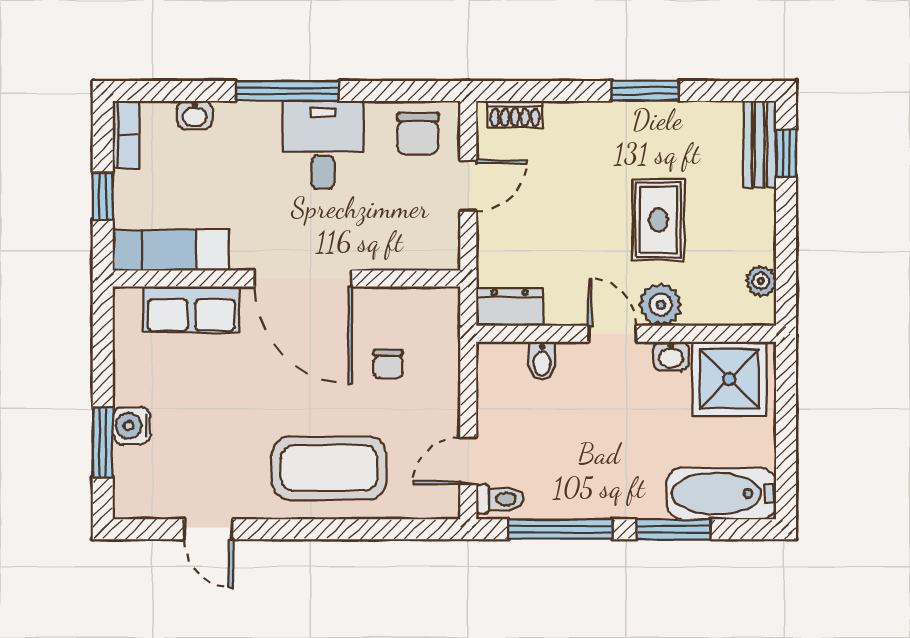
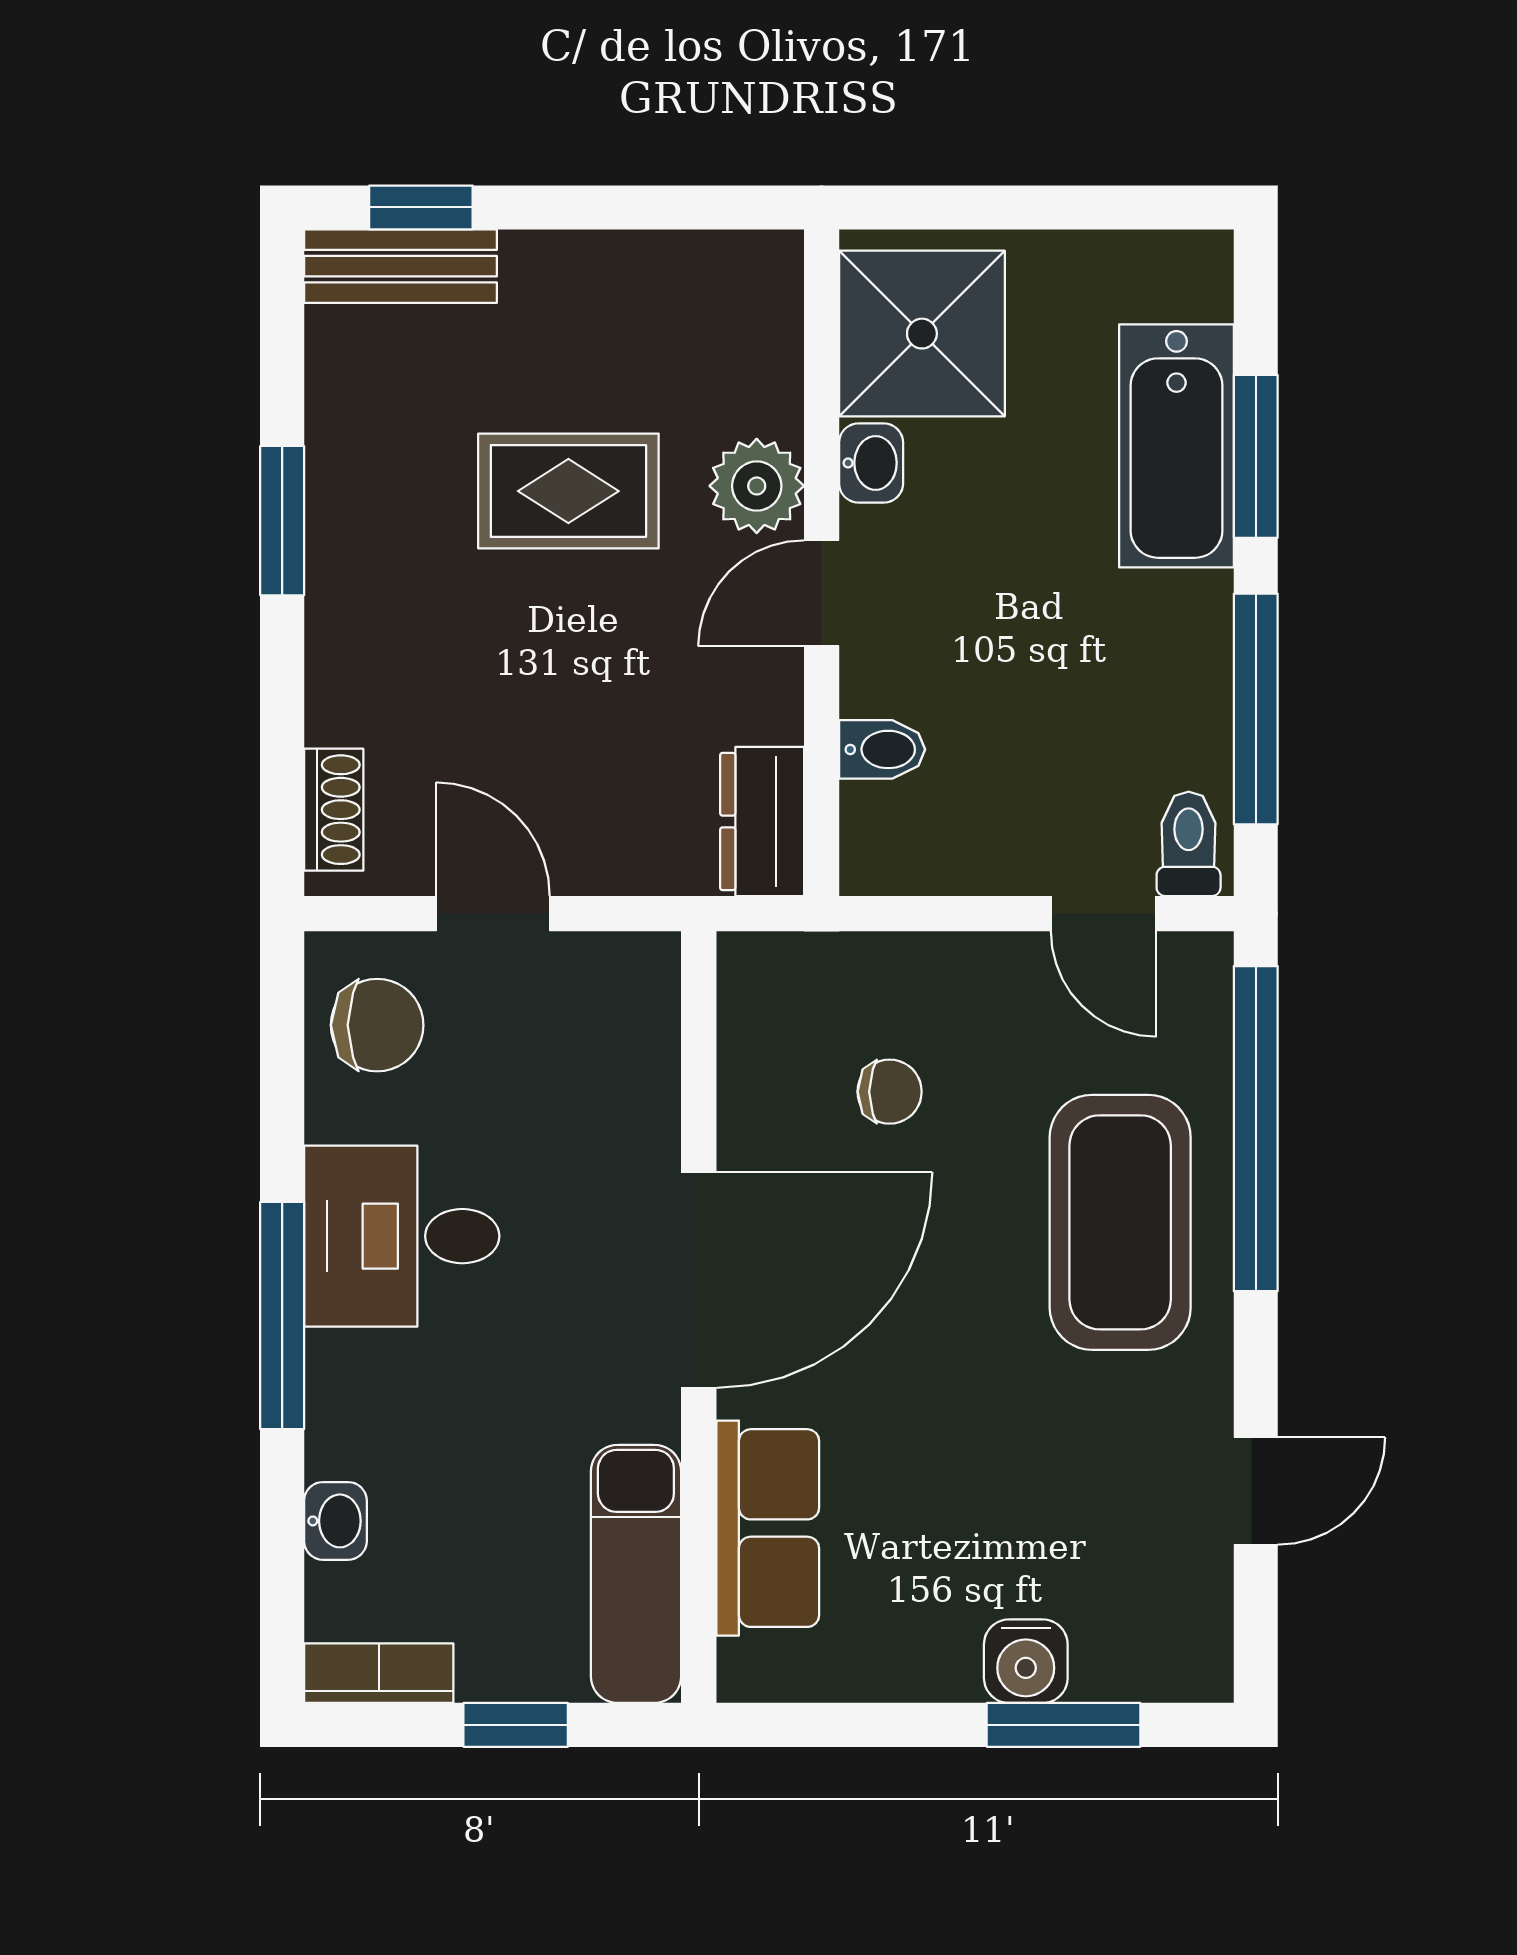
plant: (761, 281) -> (704, 264), removed
bathtub: (721, 494) -> (1176, 446), moved
window: (371, 529) -> (1256, 1129), added

